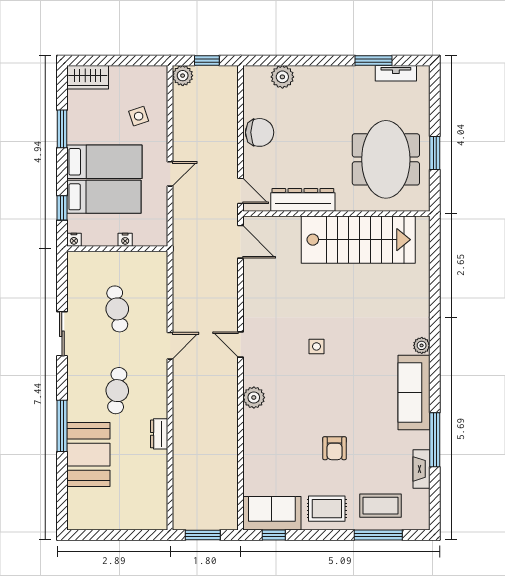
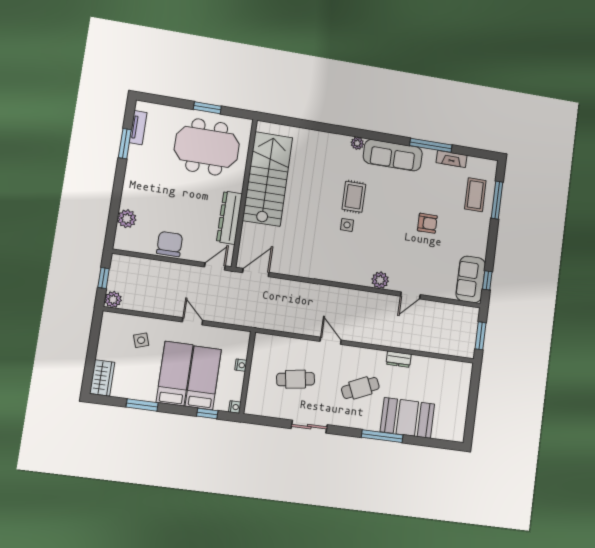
door: (240, 344) -> (410, 295), moved
cafe table: (117, 391) -> (360, 388), turned -30
rug: (327, 509) -> (354, 197), moved

